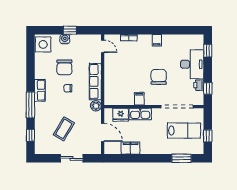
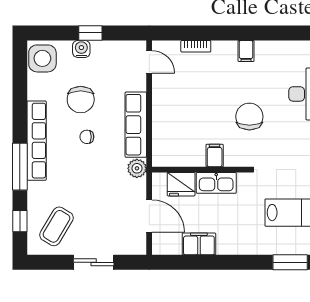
row of seats: (40, 90) -> (37, 141), width x2.02
coffee table: (64, 129) -> (56, 226), moved

